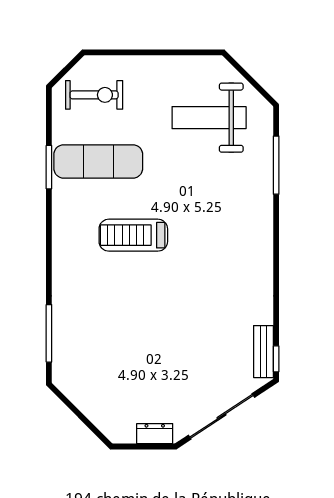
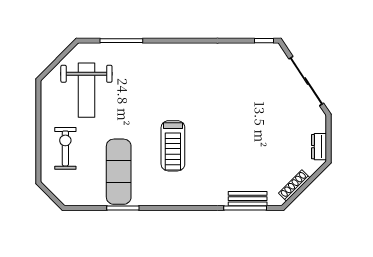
exercise bike: (94, 95) -> (65, 148), moved
bench: (263, 352) -> (248, 199), moved
shoe rack: (80, 400) -> (294, 185), added
dresser: (155, 434) -> (319, 147), moved

